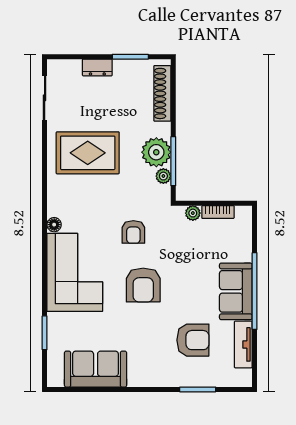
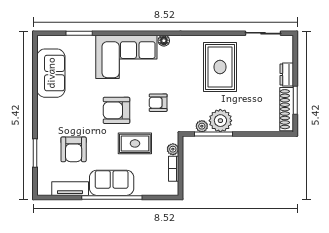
shoe rack: (162, 93) -> (287, 109), moved, turned -90
rug: (186, 262) -> (135, 143), added

